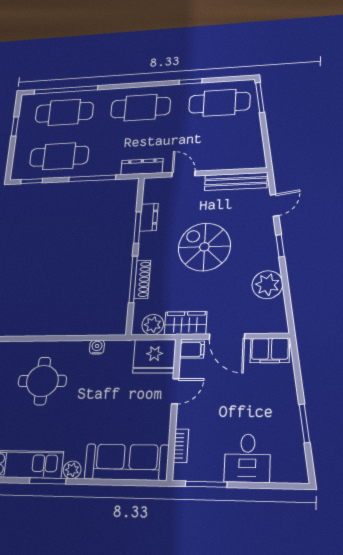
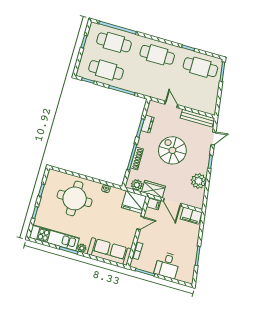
dresser: (142, 167) -> (150, 92), removed
round table: (42, 381) -> (75, 198), width x1.36, depth x1.36

